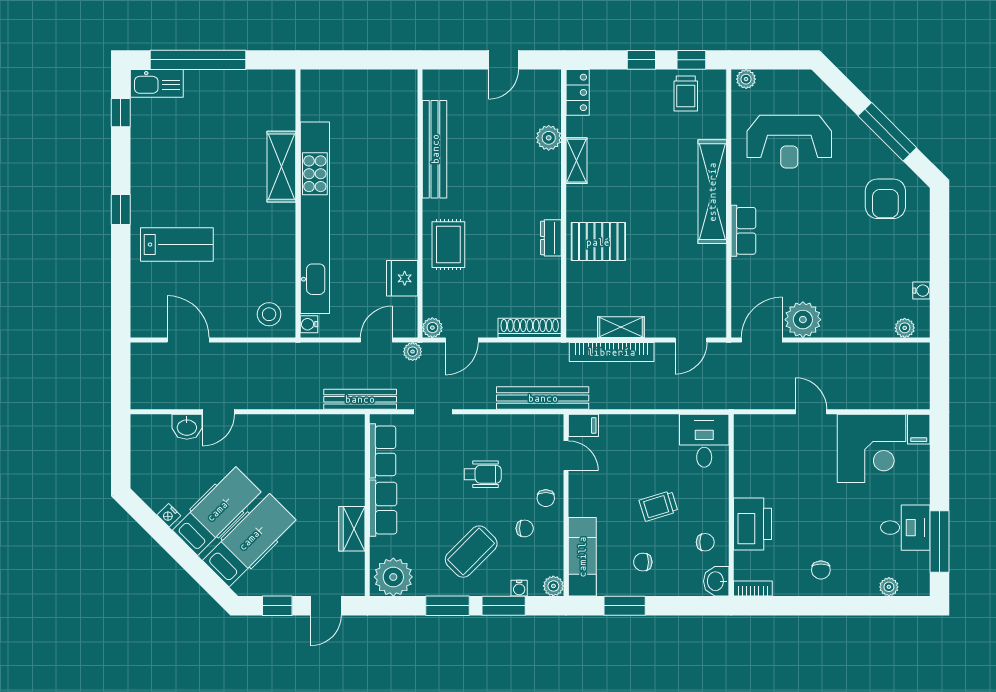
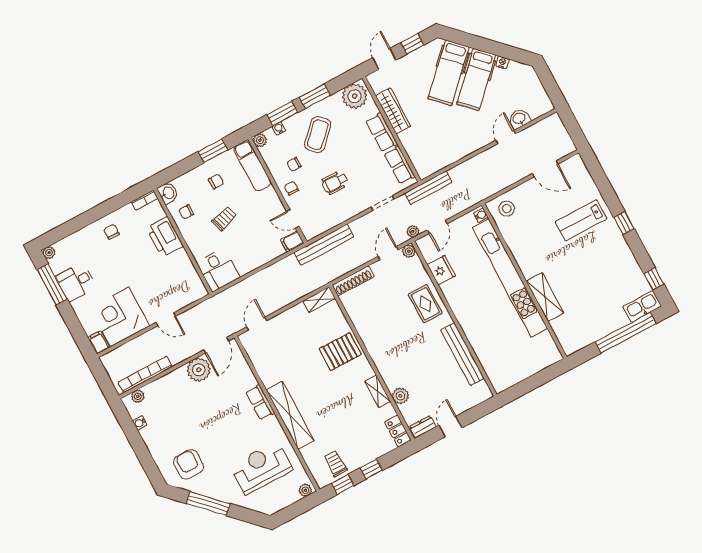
dresser: (551, 238) -> (423, 427), moved, turned -90
shelving: (621, 327) -> (319, 300), moved
bookcase: (612, 352) -> (145, 375), moved
wardrobe: (352, 529) -> (393, 111), width x1.50
plant: (889, 587) -> (49, 253), moved

